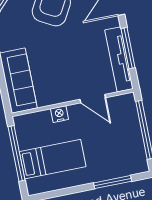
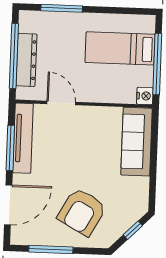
nightstand: (59, 114) -> (145, 96), moved, turned -90
dresser: (133, 129) -> (26, 60), added

